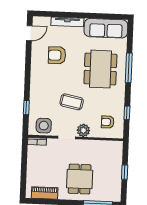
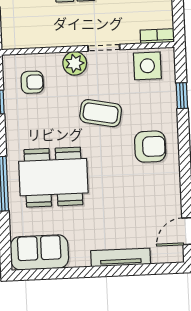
sofa: (106, 28) -> (39, 252), width x0.73
armchair: (57, 55) -> (150, 147), moved
dining table: (100, 69) -> (53, 177), turned 90

